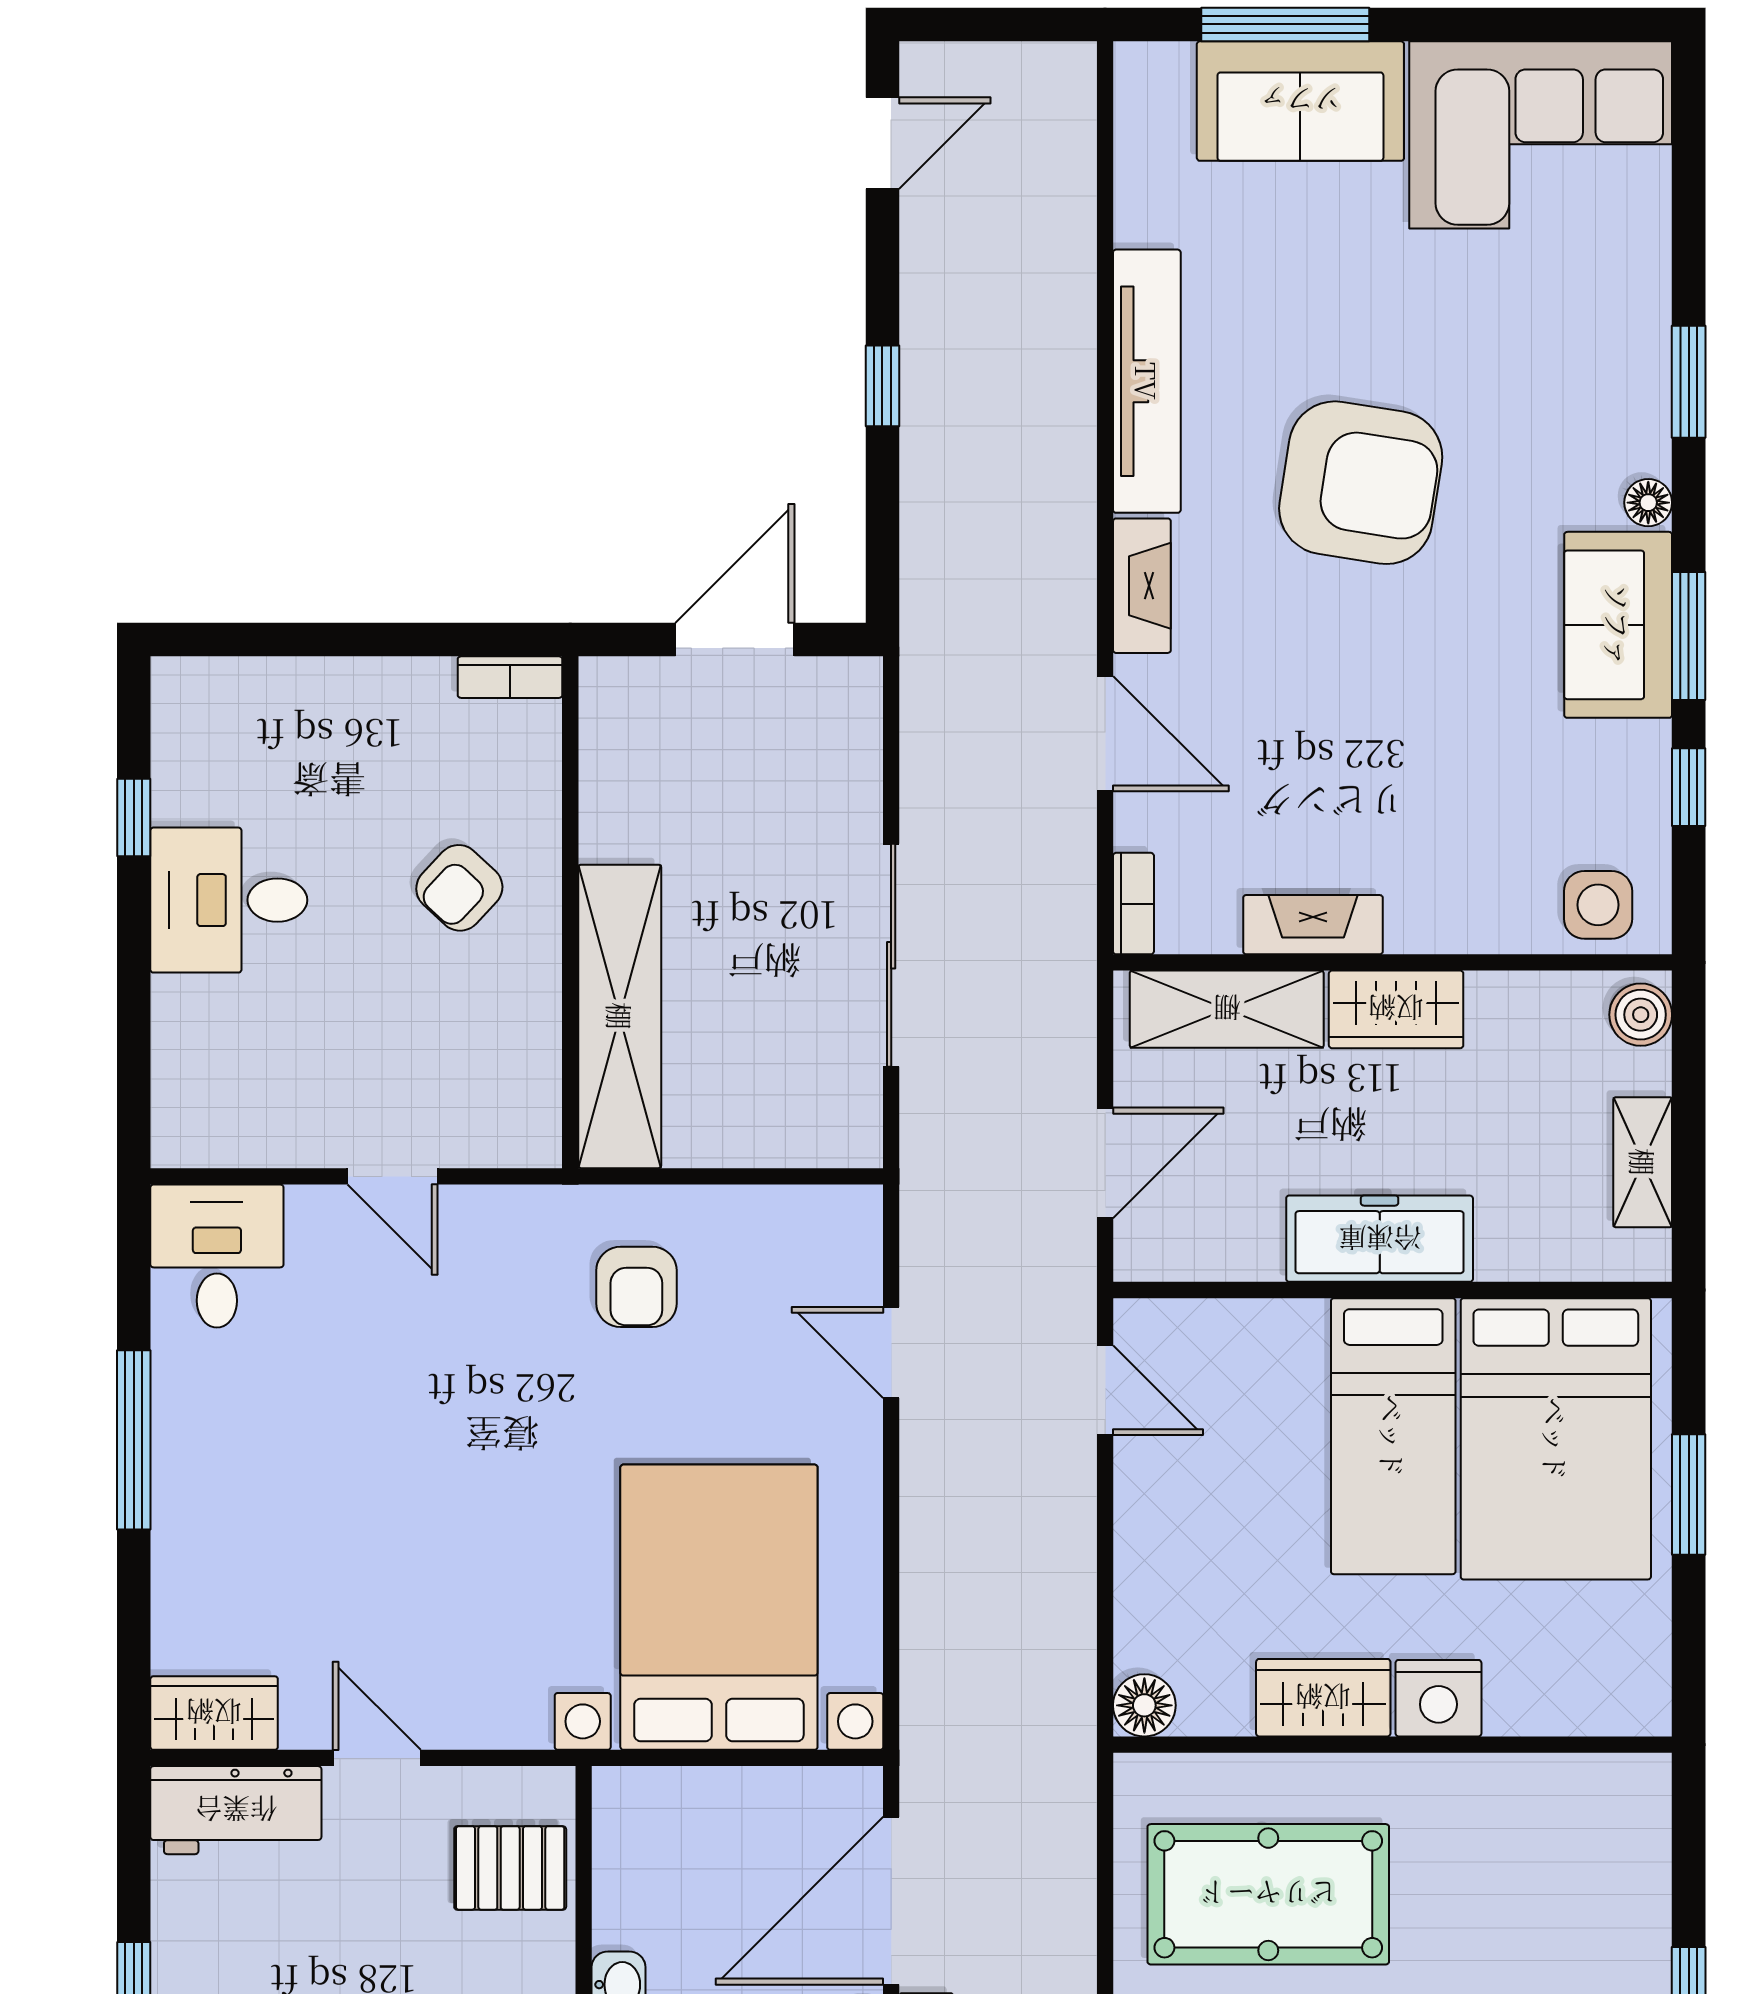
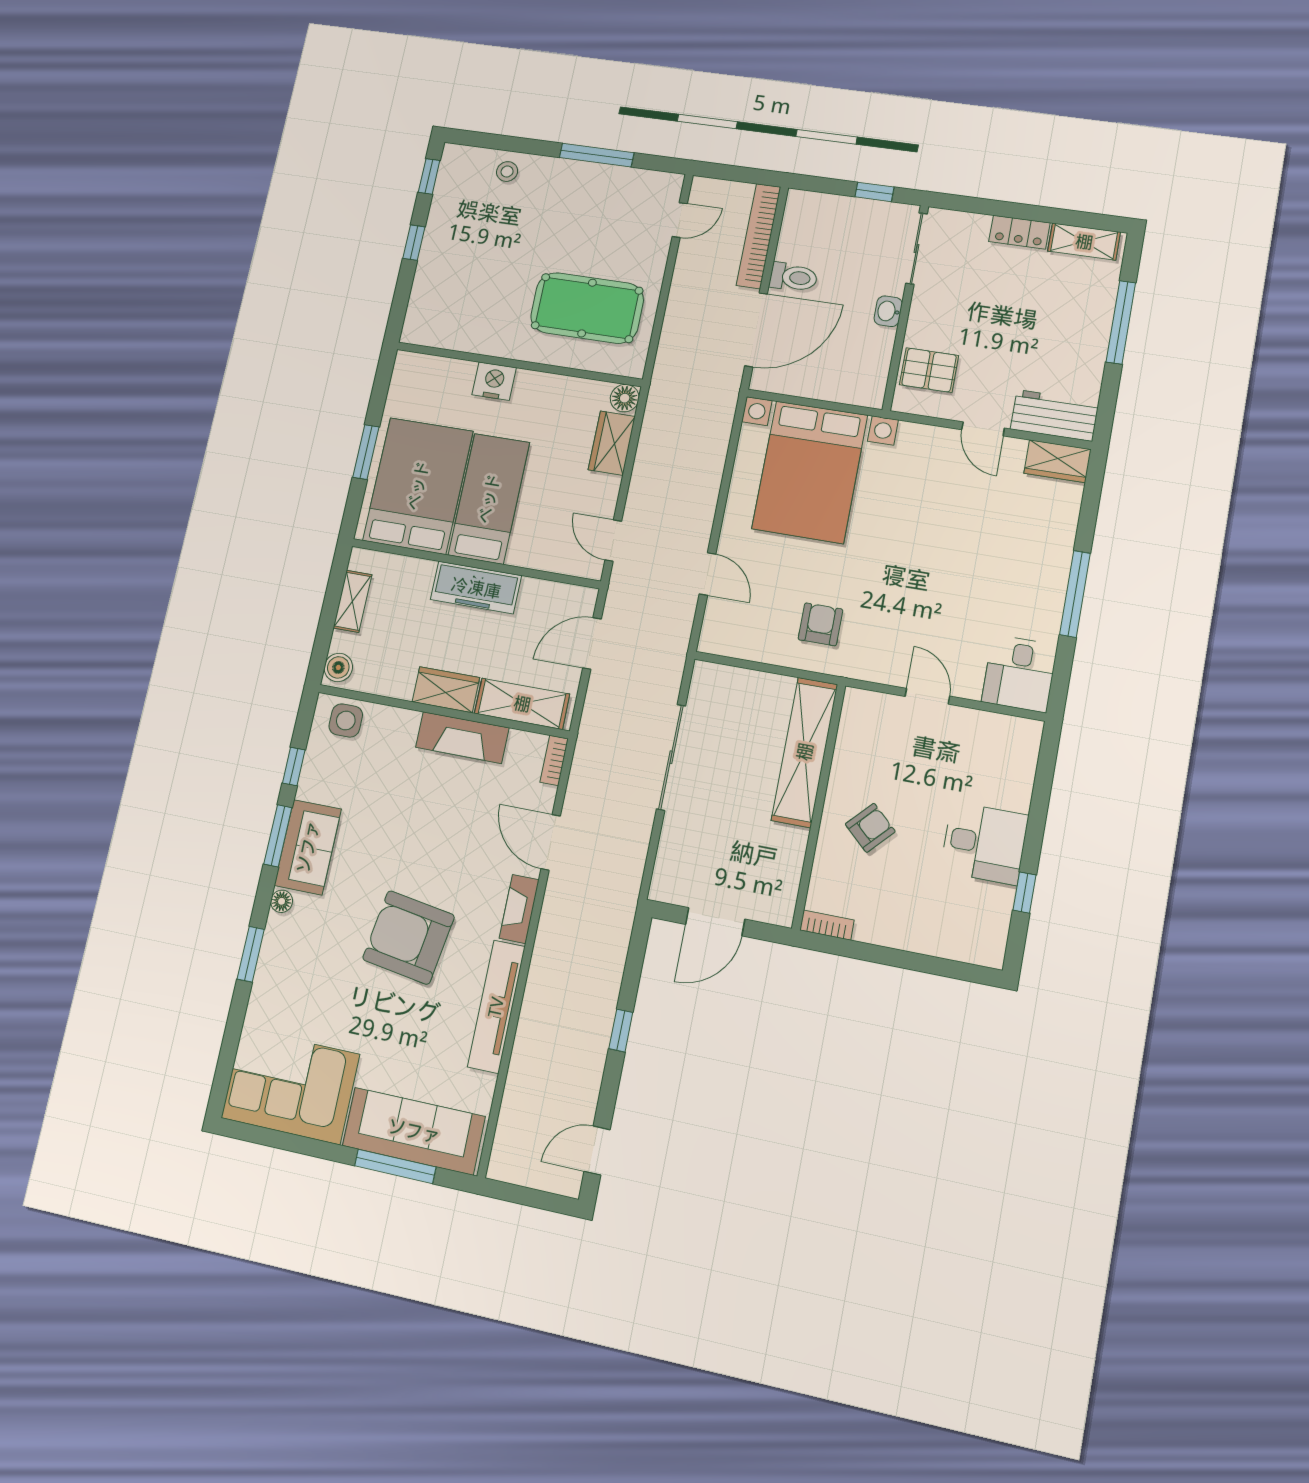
sofa: (1300, 101) -> (414, 1131), width x1.36
fireplace: (1313, 925) -> (462, 738), width x1.37, depth x1.32
wardrobe: (1323, 1698) -> (612, 443), moved, turned 90

